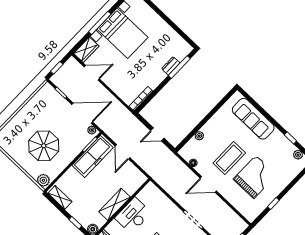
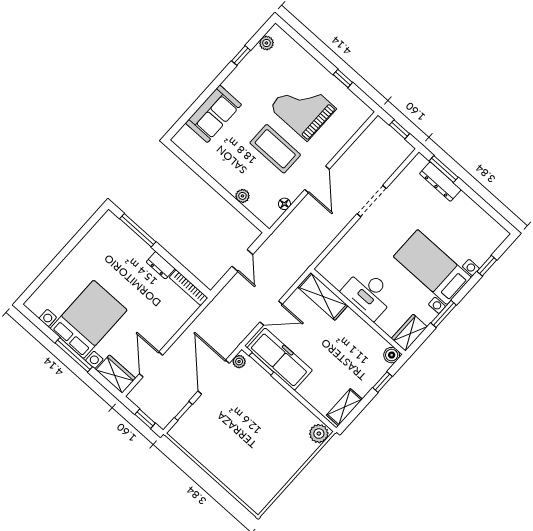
dresser: (171, 66) -> (161, 265), moved
sofa: (253, 119) -> (213, 114), width x0.73
parasol: (44, 146) -> (266, 435), removed
shelving: (115, 204) -> (323, 296), moved

